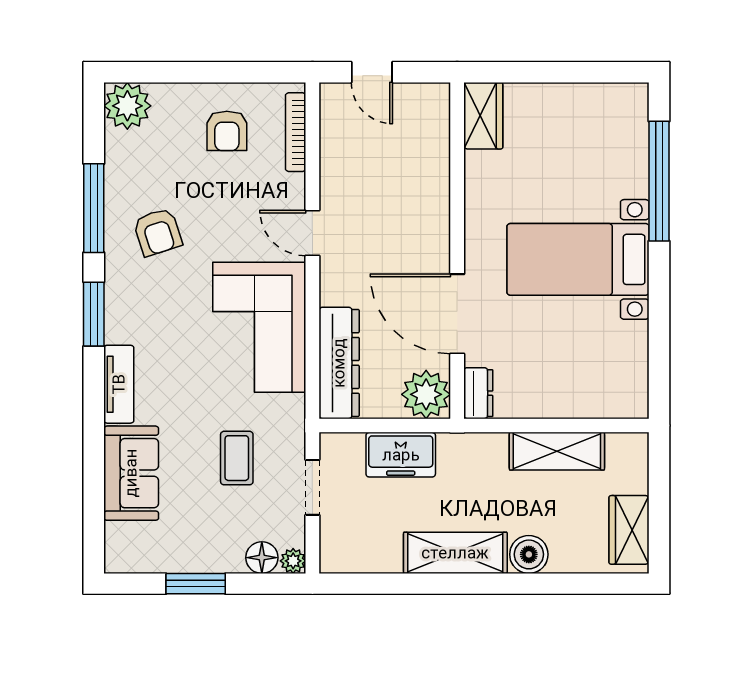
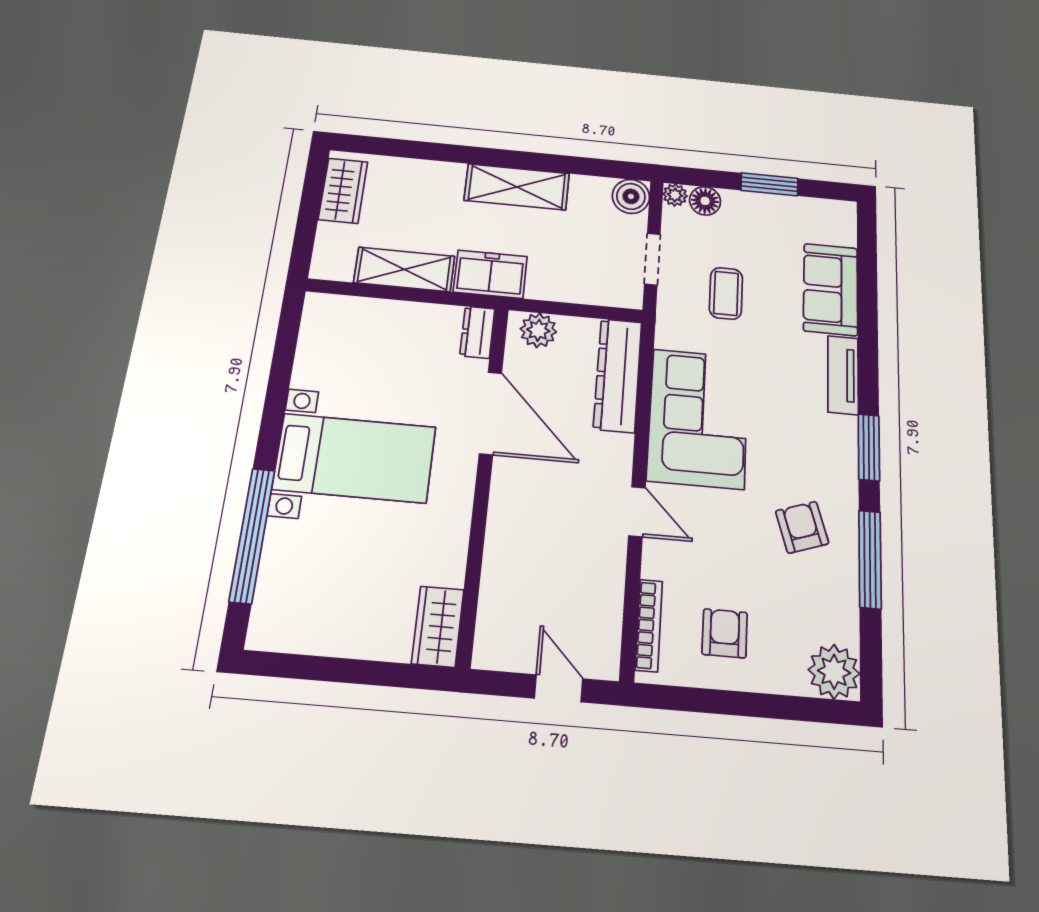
plant: (426, 394) -> (538, 330), width x0.73, depth x0.73
freezer: (401, 455) -> (490, 274), moved
boiler: (529, 554) -> (631, 196), moved

